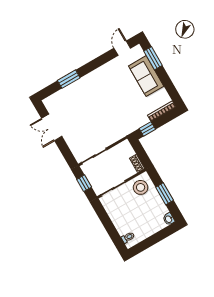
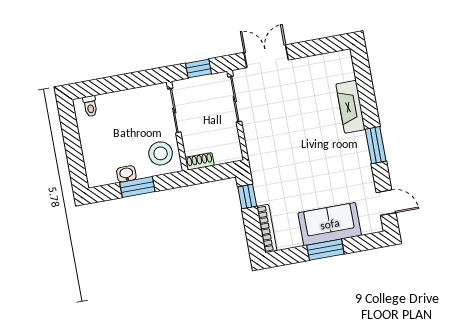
window: (153, 58) -> (325, 250), moved
window: (69, 79) -> (376, 145), moved
fireplace: (75, 88) -> (350, 107), added
double door: (52, 127) -> (266, 56), moved
washbasin: (169, 219) -> (126, 174), moved

